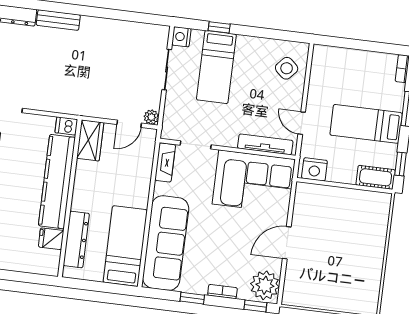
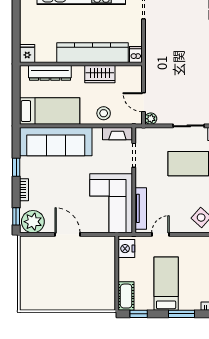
wardrobe: (90, 140) -> (100, 74), moved
stool: (137, 177) -> (104, 113), added
fridge: (51, 239) -> (27, 53), moved

